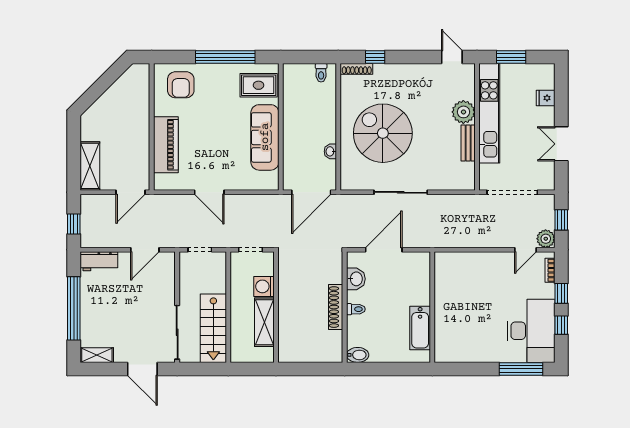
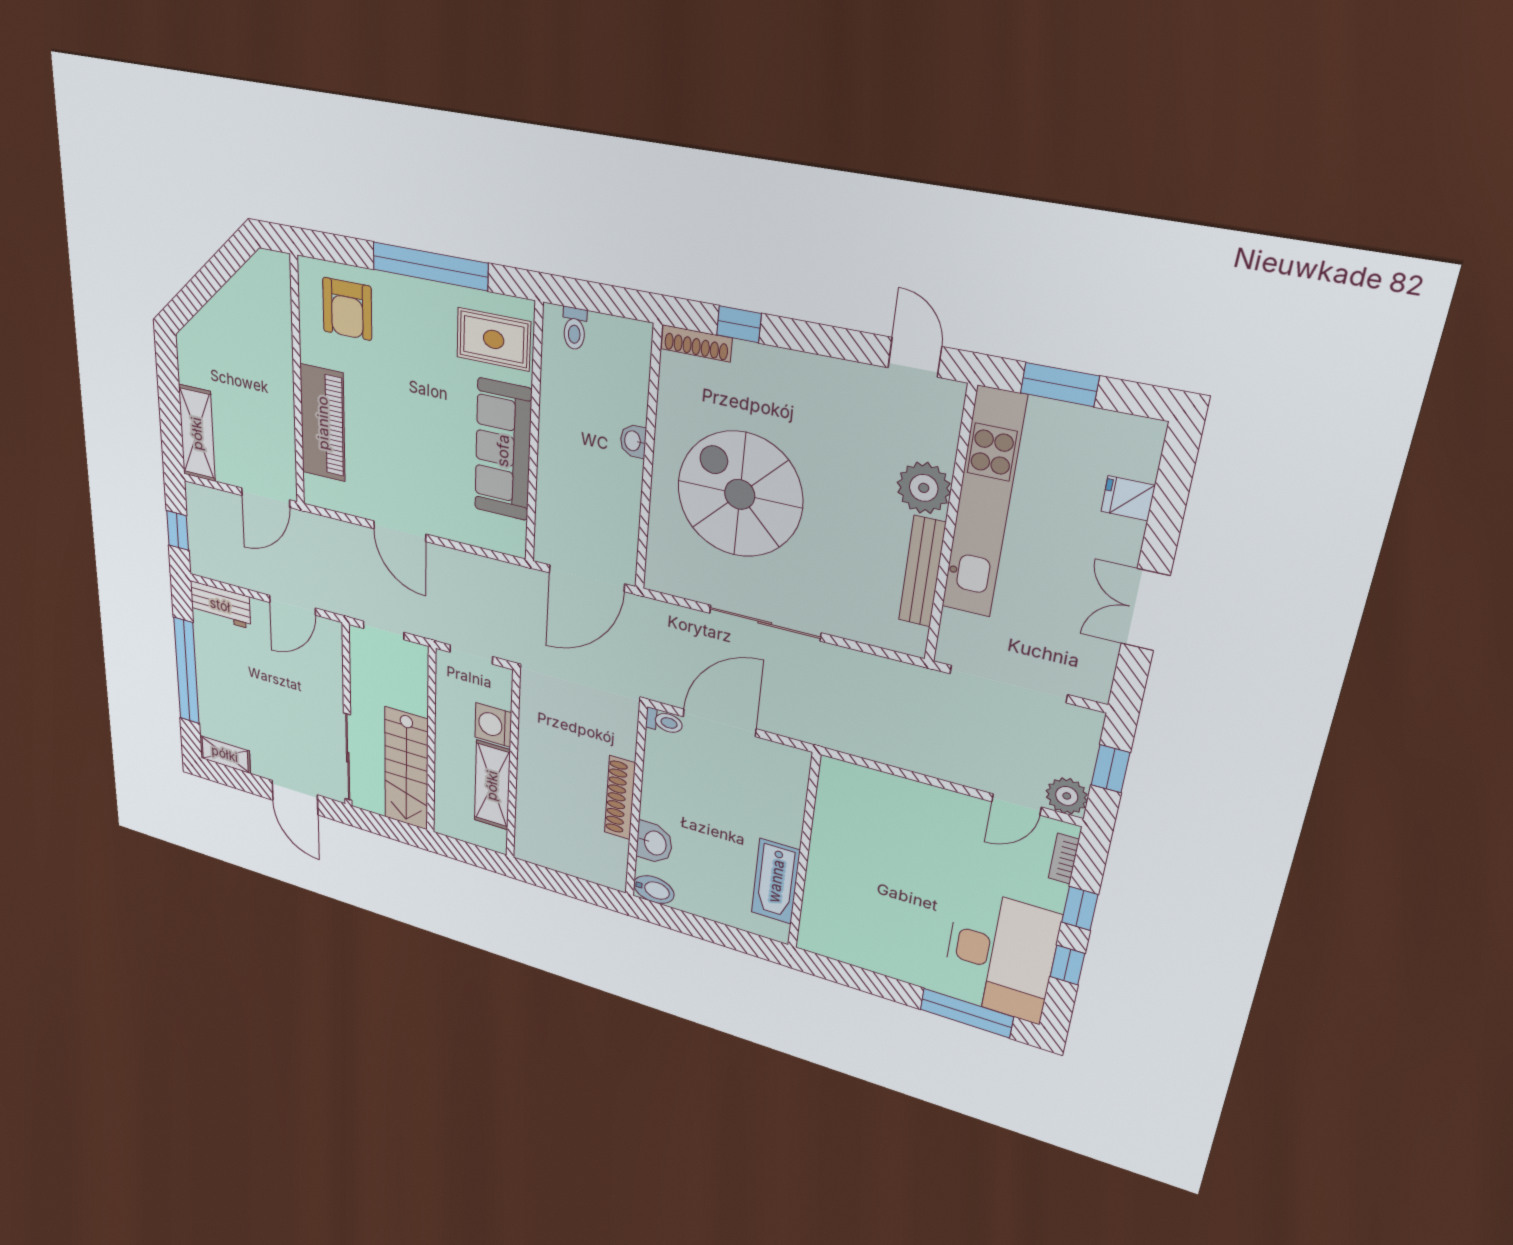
toilet: (321, 73) -> (574, 329), moved
bench: (468, 143) -> (922, 571), width x1.36
washbasin: (330, 151) -> (633, 441), moved
washbasin: (356, 279) -> (654, 843), moved
toilet: (356, 309) -> (664, 722), moved

